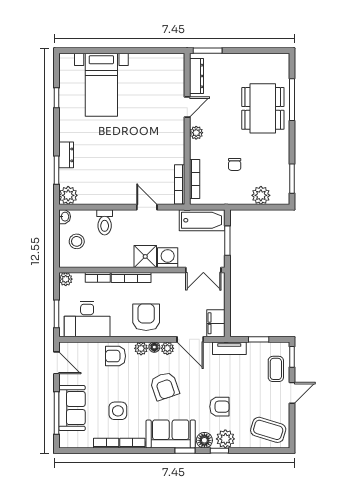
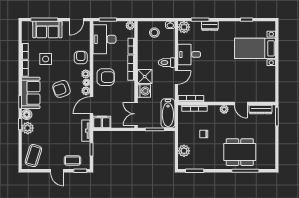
desk: (111, 187) -> (189, 54), added
toilet: (105, 222) -> (167, 63), moved
armchair: (219, 407) -> (48, 124), removed

